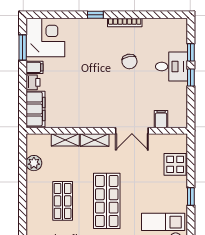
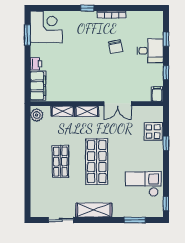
filing cabinet: (34, 67) -> (37, 51), removed
window: (191, 77) -> (166, 73), moved
filing cabinet: (161, 119) -> (157, 94), moved
plant: (34, 163) -> (37, 115), moved
window: (191, 197) -> (166, 143), moved

